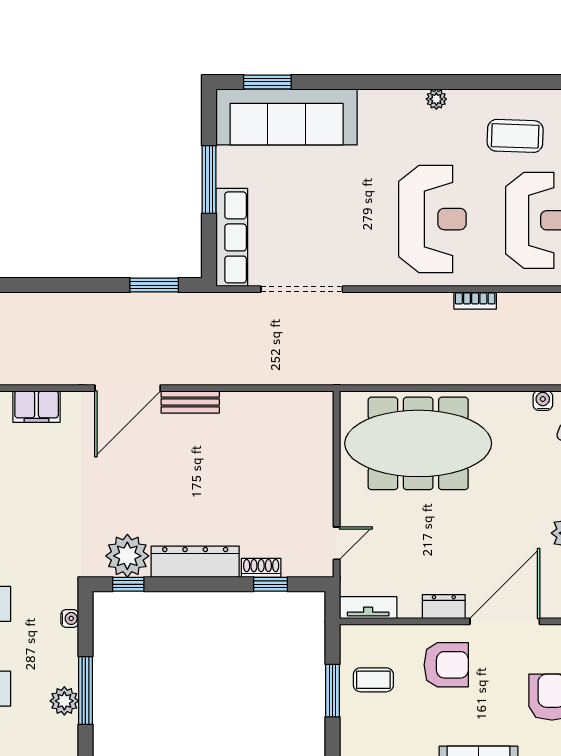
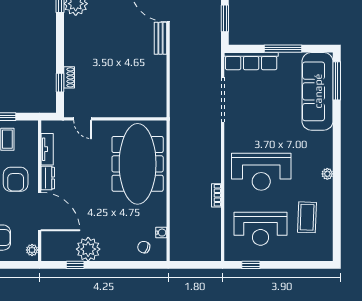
window: (267, 82) -> (337, 81), width x1.44
dresser: (195, 562) -> (72, 41), removed
tv unit: (368, 608) -> (47, 149), moved

